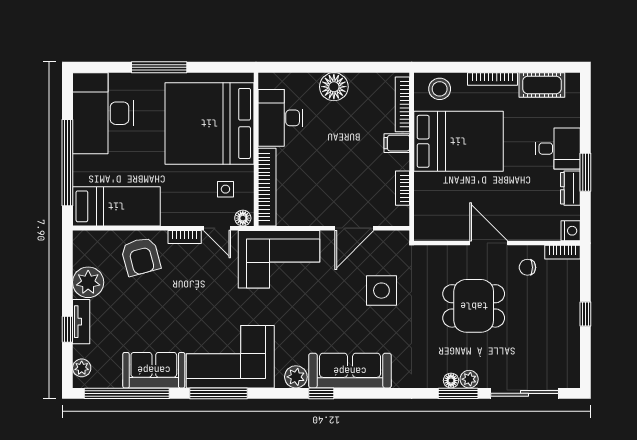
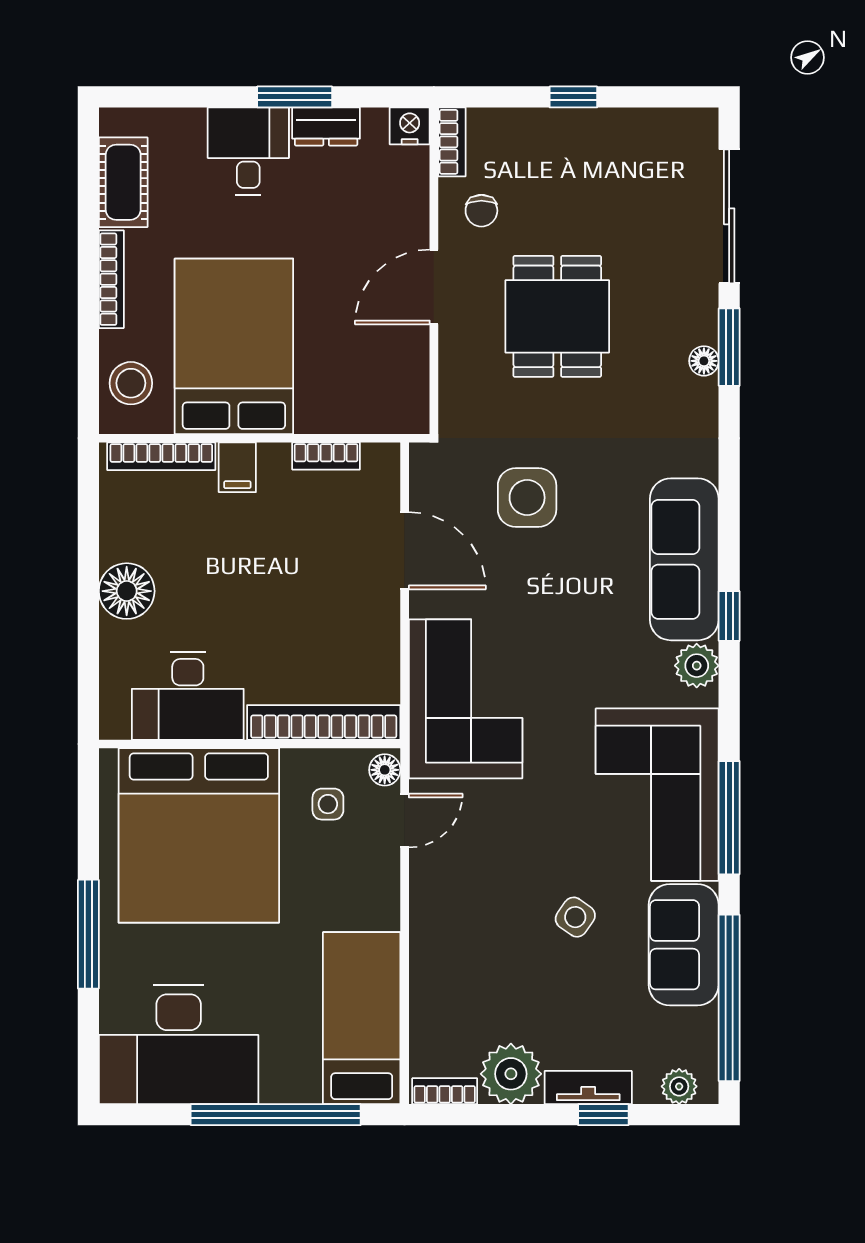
bookcase: (185, 237) -> (445, 1091), moved, turned -90
armchair: (141, 256) -> (460, 971), removed
side table: (168, 315) -> (575, 917), added
plant: (469, 379) -> (701, 325), removed

